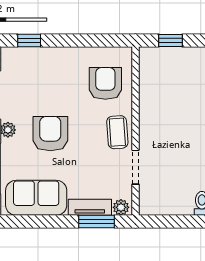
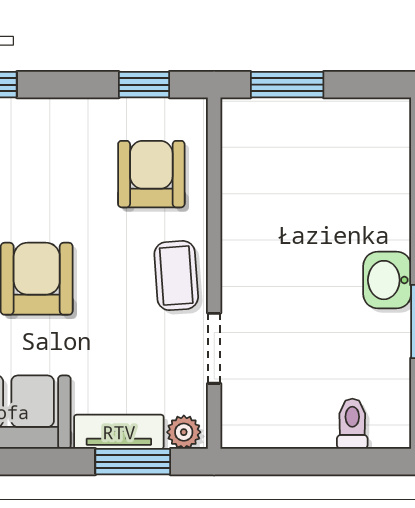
window: (102, 40) -> (144, 85), added
window: (171, 40) -> (287, 85), width x1.50

